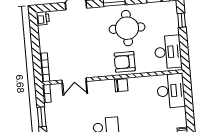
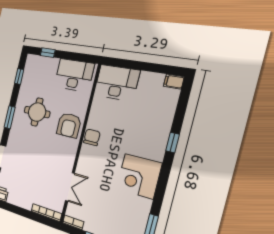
round table: (127, 28) -> (37, 112), width x0.73, depth x0.73

